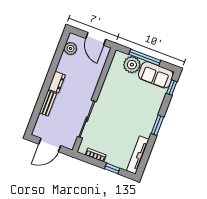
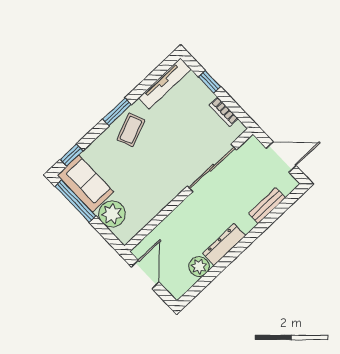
plant: (70, 49) -> (199, 266), moved
window: (145, 57) -> (75, 201), moved
dresser: (57, 82) -> (224, 245), width x1.44
bench: (48, 103) -> (267, 206), moved
coffee table: (144, 119) -> (131, 130), added

